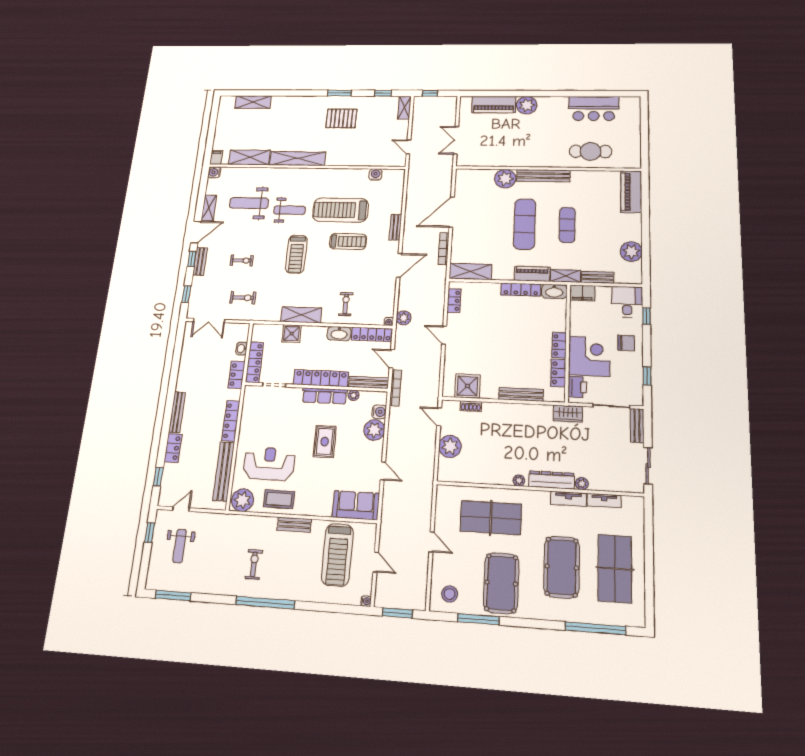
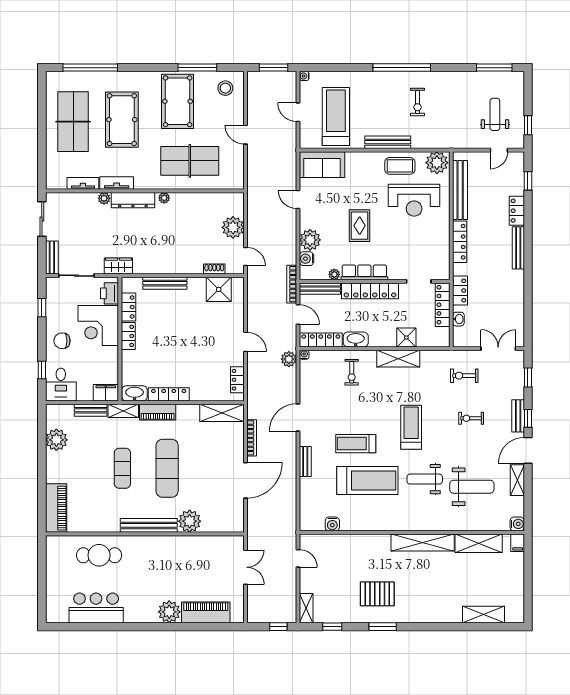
bench: (294, 525) -> (388, 142), width x1.36

